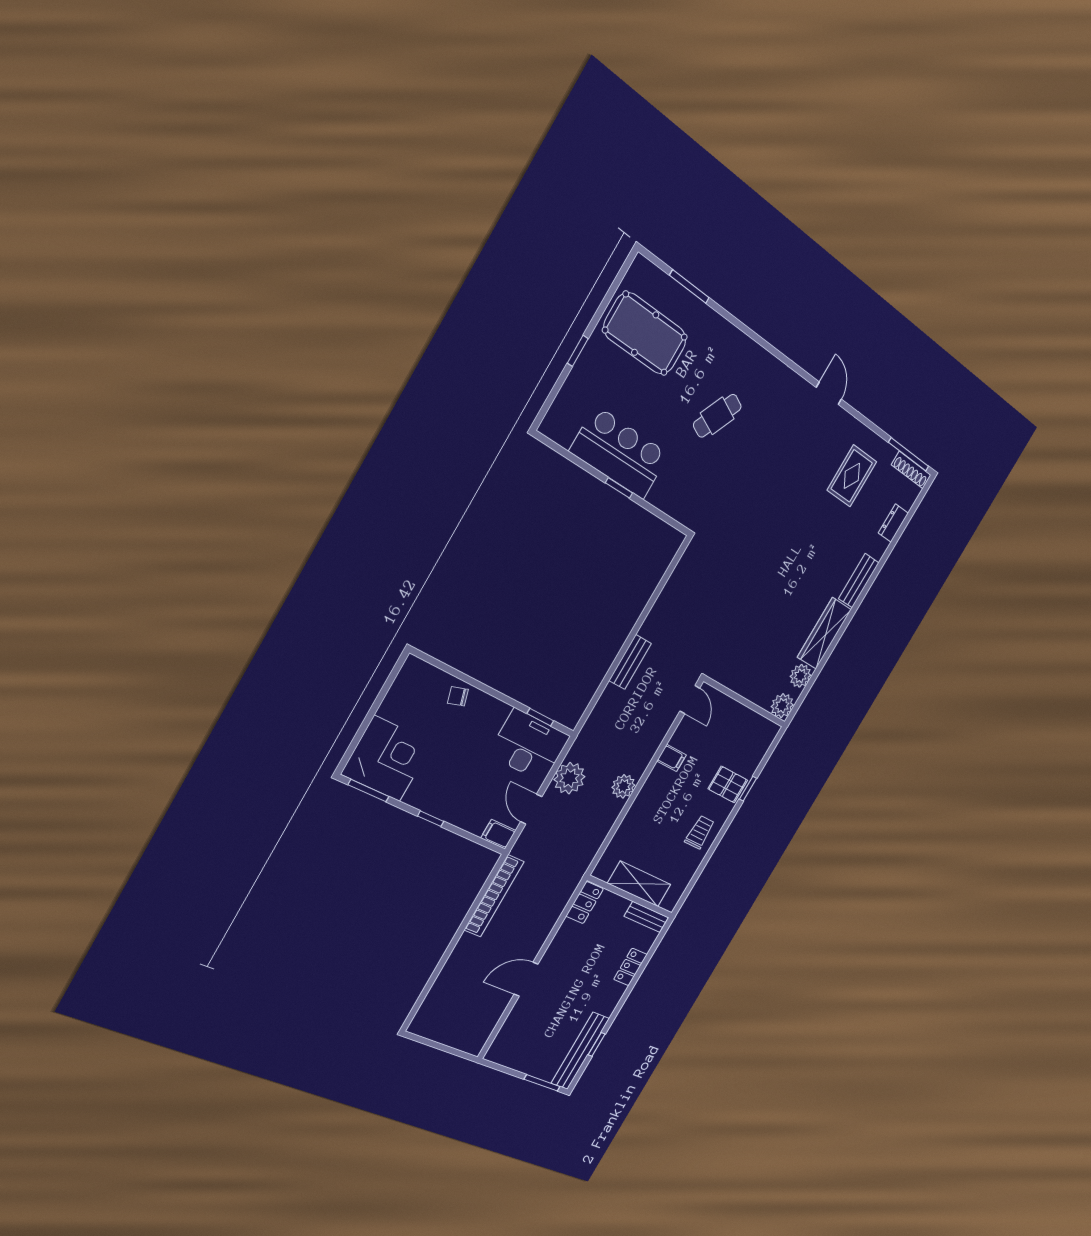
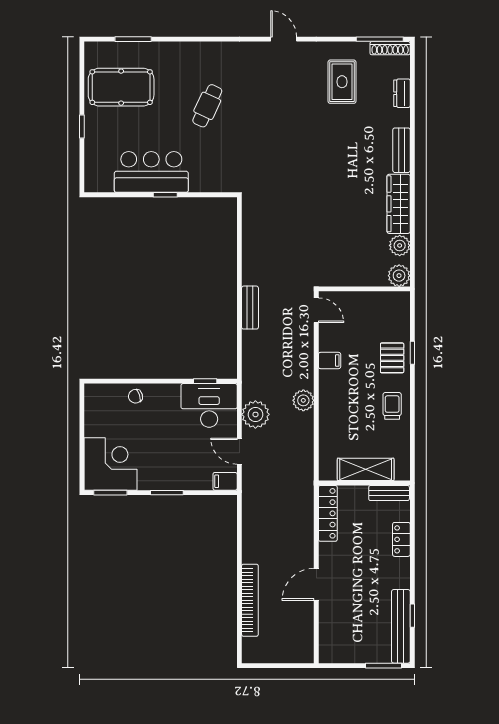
pallet: (728, 784) -> (392, 358), turned 90
window: (431, 819) -> (167, 493), width x1.50
bookcase: (494, 896) -> (250, 600), moved
locker: (585, 903) -> (328, 513), width x1.53

